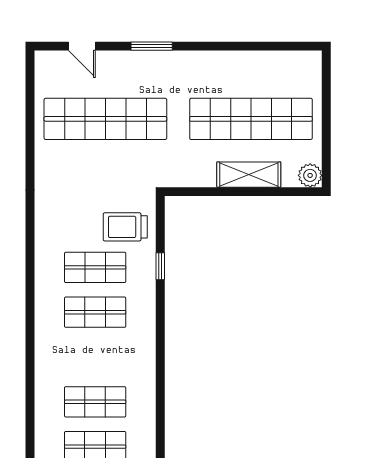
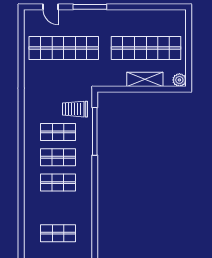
window: (152, 46) -> (90, 7), width x1.44
window: (160, 266) -> (95, 131), width x3.17
shop shelf: (95, 402) -> (58, 183), moved

